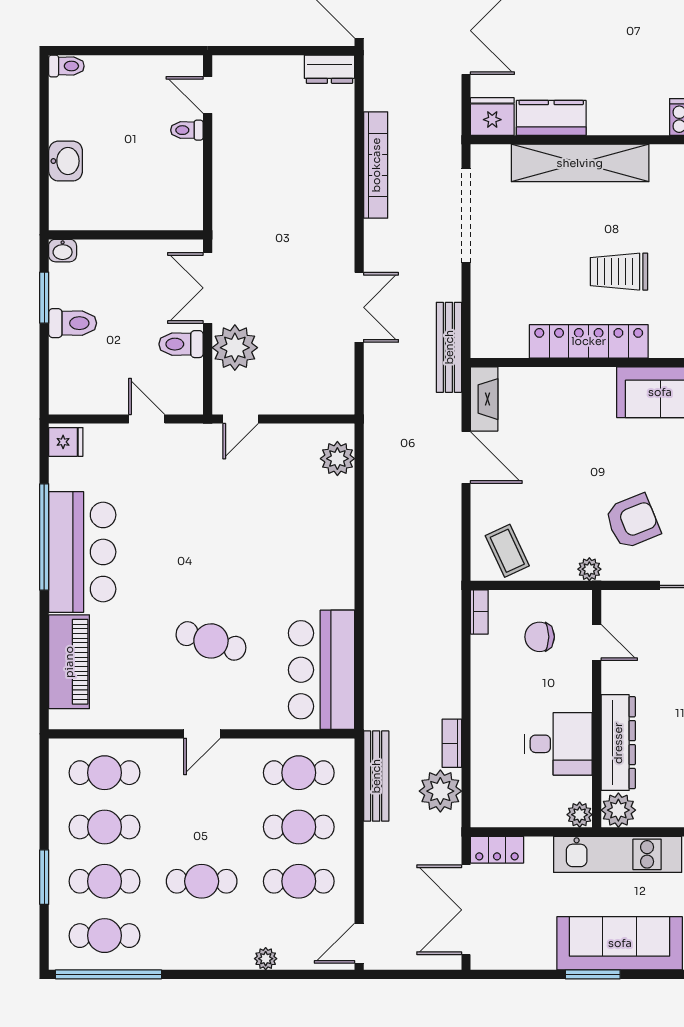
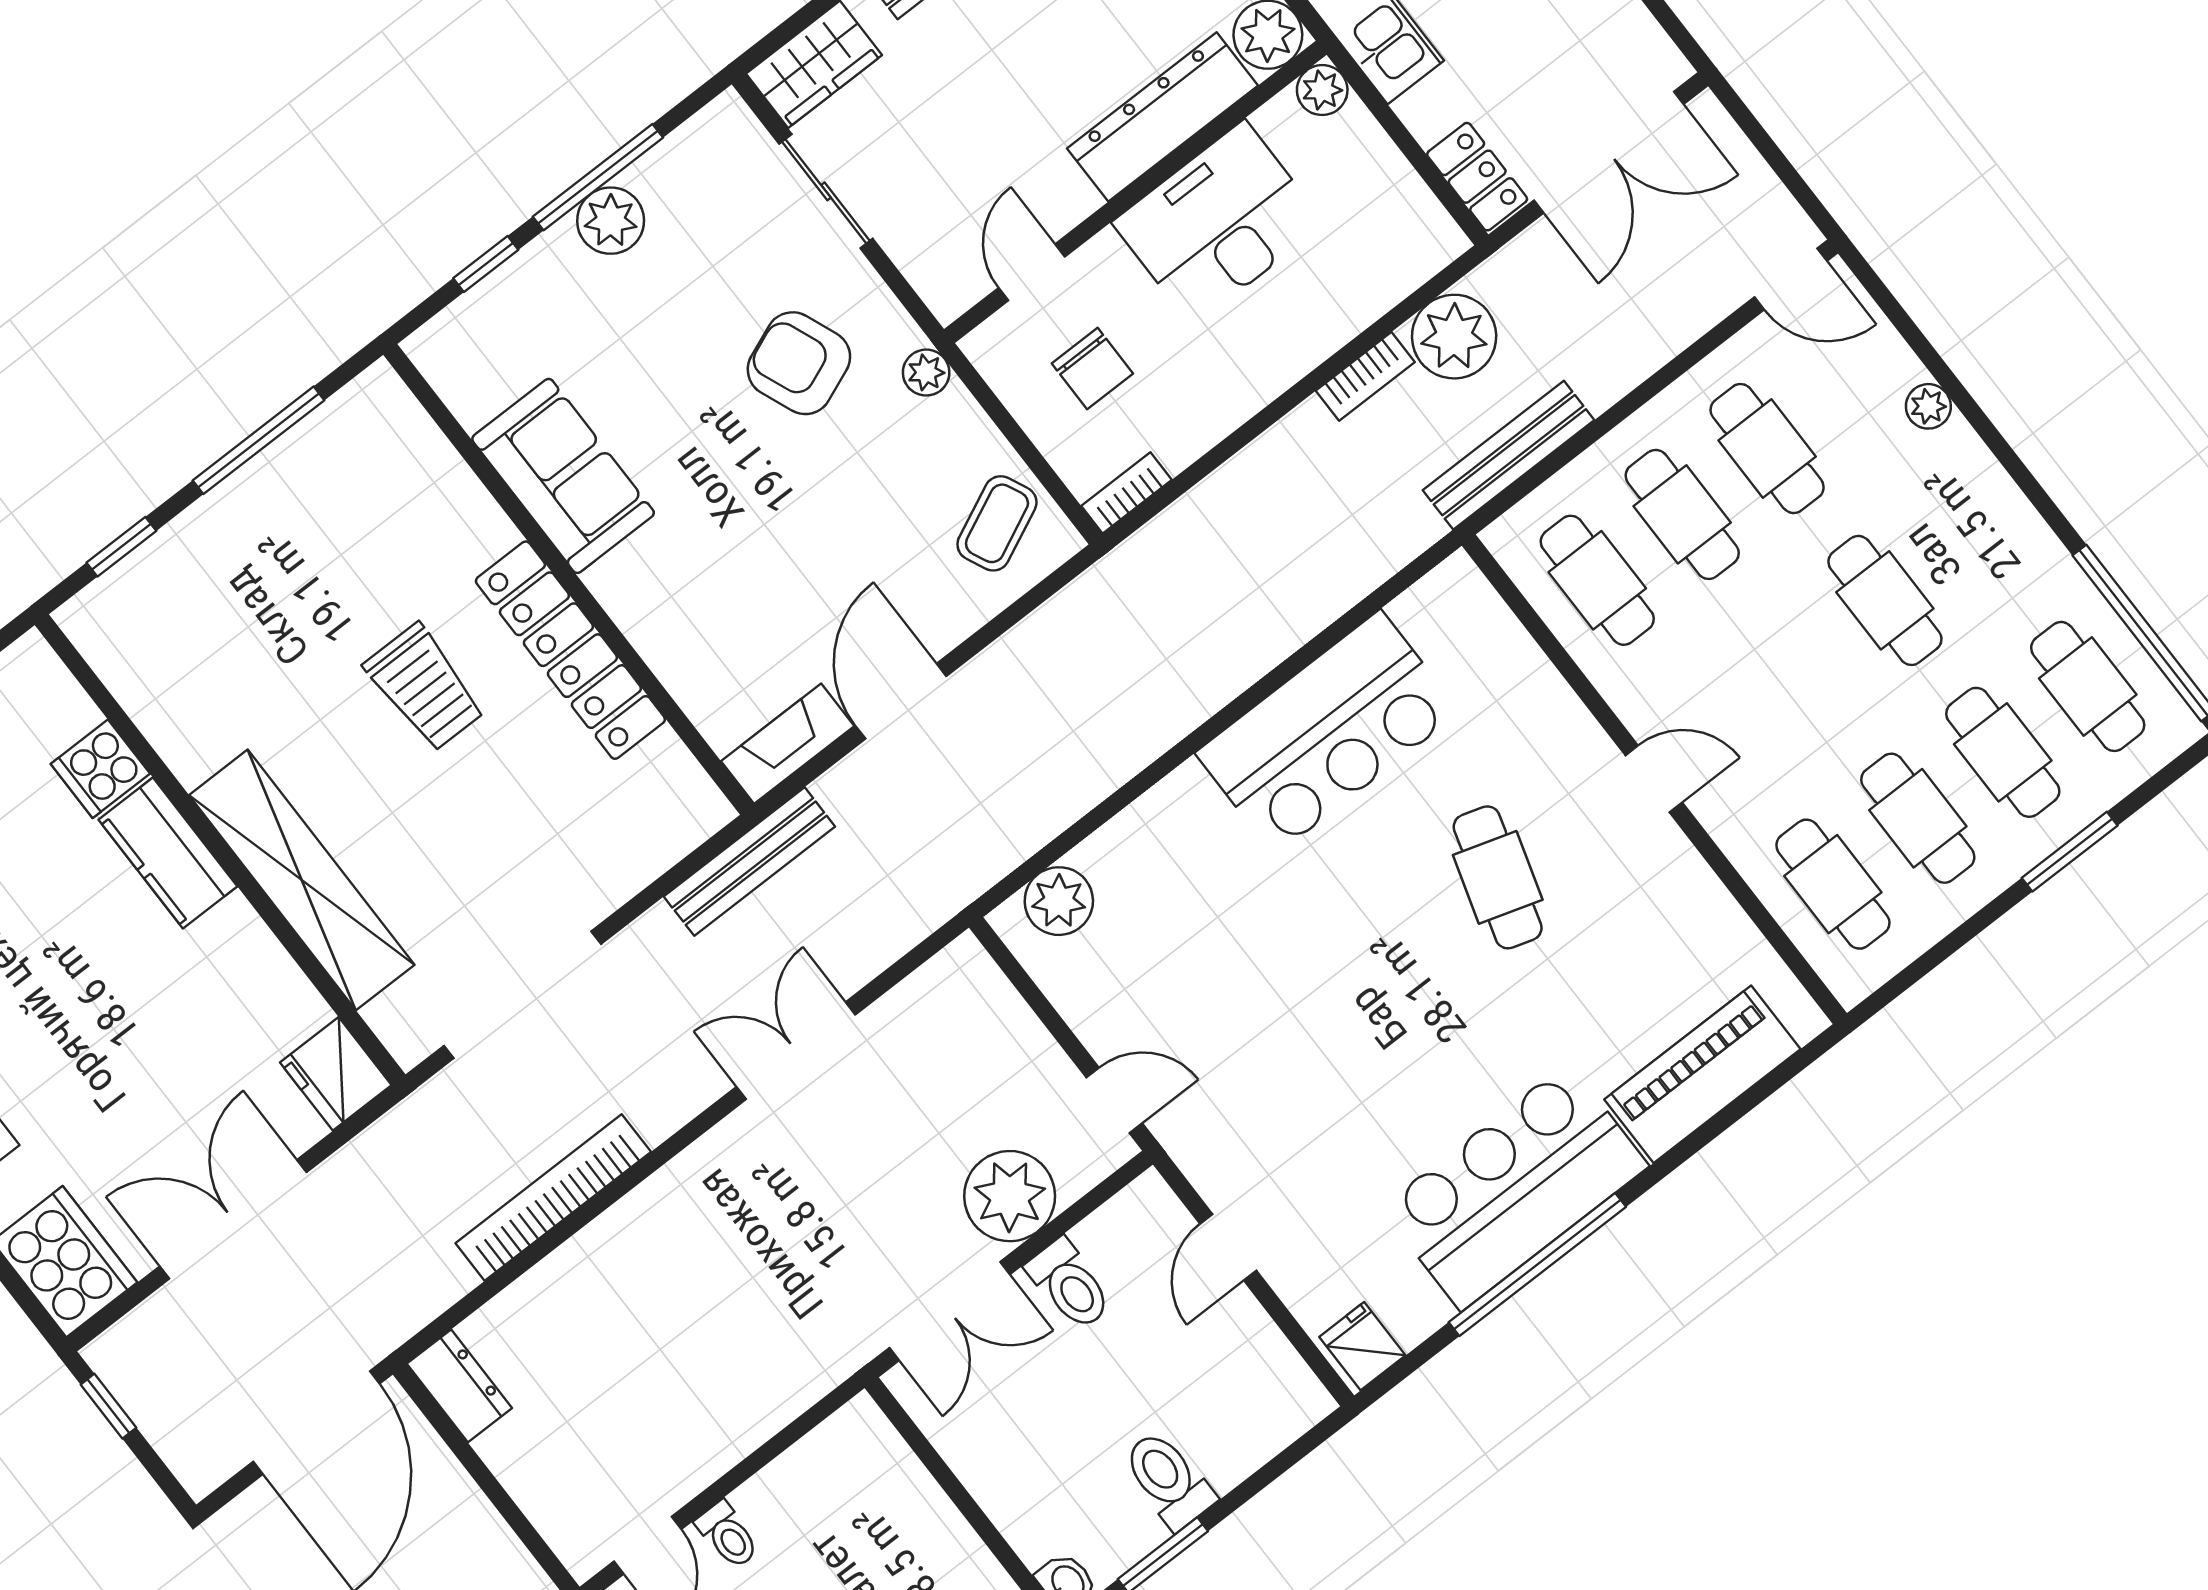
kitchen counter: (551, 118) -> (168, 853), moved
bar counter: (321, 670) -> (1328, 732), moved
desk: (559, 744) -> (1219, 223), width x1.37

